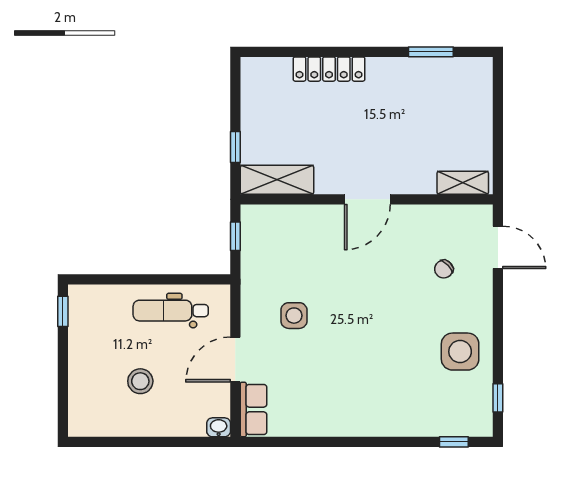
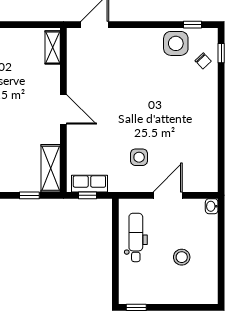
chair: (444, 269) -> (203, 61), moved
dental chair: (171, 311) -> (136, 237), turned 180
side table: (460, 352) -> (176, 43), moved
door: (235, 359) -> (168, 195), swing flipped
row of seats: (254, 409) -> (89, 184), moved

